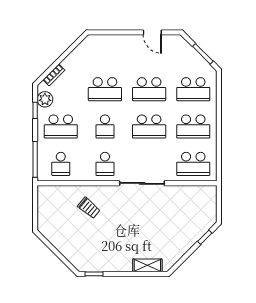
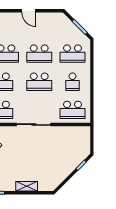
door: (152, 32) -> (29, 11), moved
school desk: (193, 127) -> (72, 82), width x0.54
shelving: (147, 265) -> (27, 186), moved

